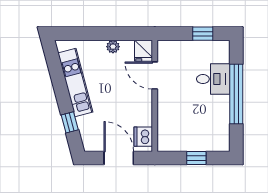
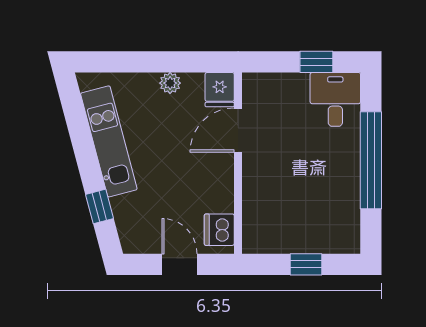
door: (155, 76) -> (238, 130), hinge flipped
desk: (213, 79) -> (335, 99), moved, turned -90
door: (119, 158) -> (179, 264), width x0.73

